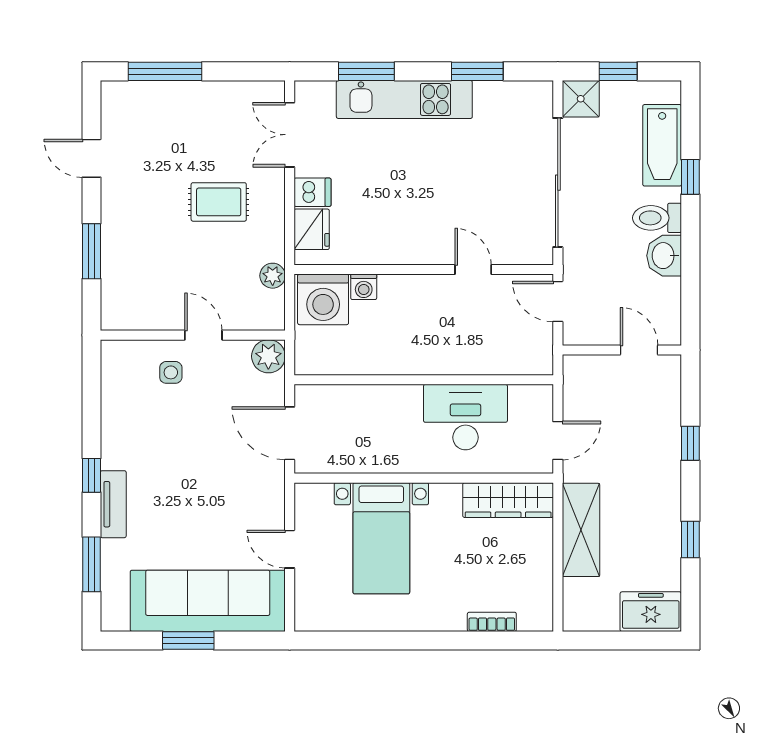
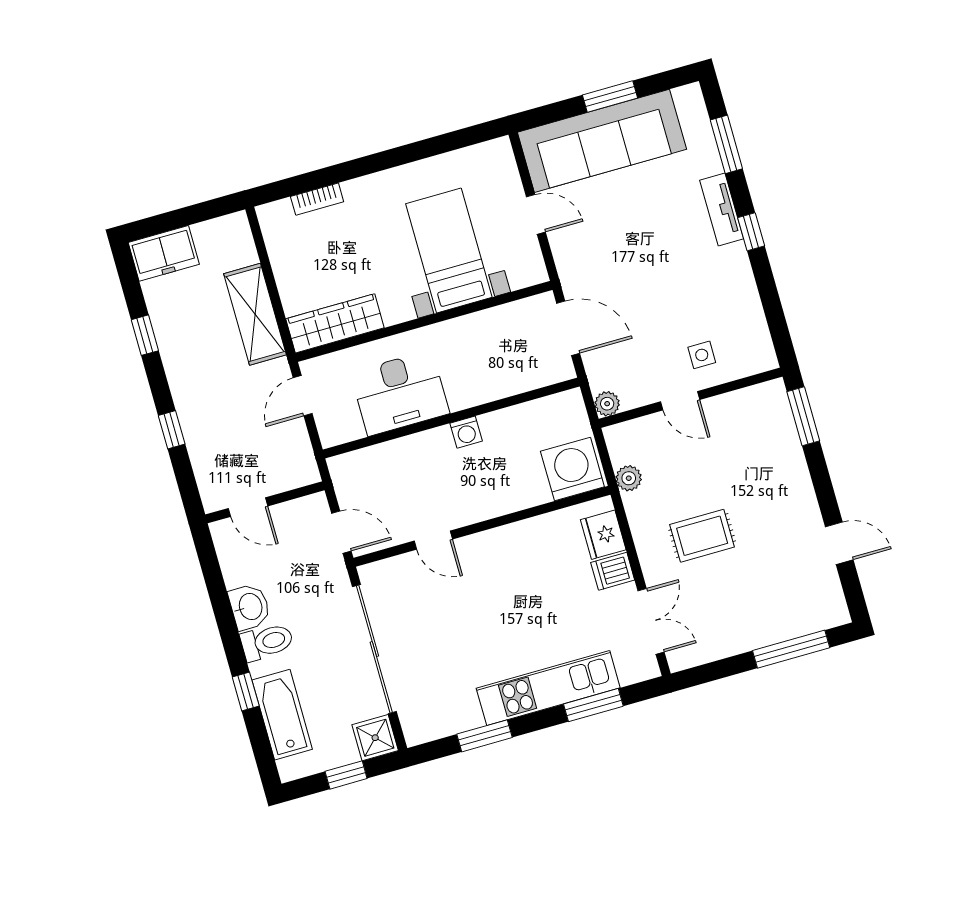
window: (91, 251) -> (803, 416), moved
washing machine: (364, 287) -> (466, 432), moved, turned 180
plant: (268, 356) -> (607, 404), width x0.73, depth x0.73

